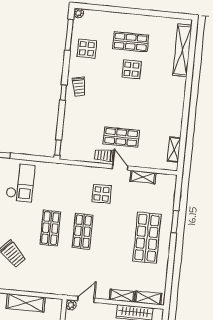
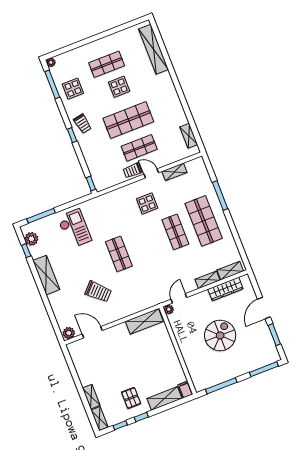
shop shelf: (124, 105) -> (128, 120), added
window: (175, 222) -> (220, 196), width x1.44
shop shelf: (83, 231) -> (175, 232), moved
shelving: (26, 303) -> (144, 321), moved

